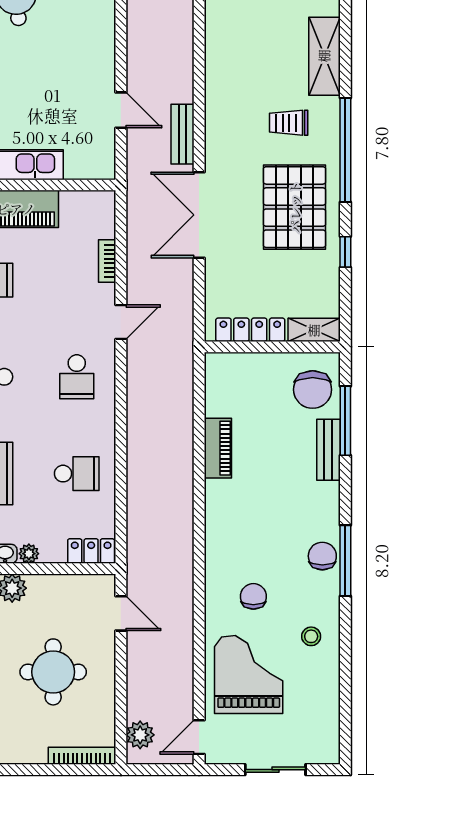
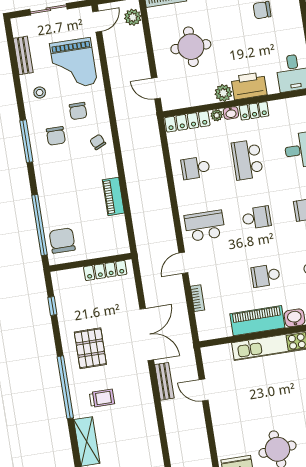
pallet: (295, 207) -> (90, 348), width x0.73, depth x0.71
window: (345, 252) -> (52, 306), moved
shelving: (314, 330) -> (67, 276), removed
school desk: (77, 377) -> (205, 226), width x1.85
window: (345, 421) -> (40, 225), width x1.46
bench: (328, 450) -> (23, 55), moved
chair: (229, 541) -> (98, 142), added
locker: (91, 551) -> (187, 122), width x1.53
chair: (322, 556) -> (56, 136), moved

